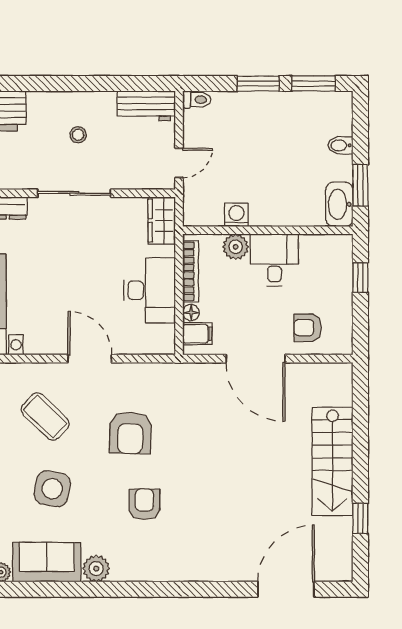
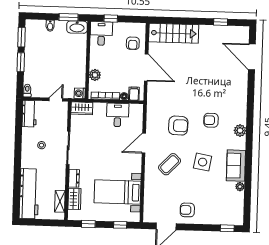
door: (179, 163) -> (56, 100), hinge flipped
washing machine: (236, 215) -> (80, 93), moved
desk: (274, 260) -> (101, 33), moved, turned 90
desk: (150, 290) -> (118, 115), width x0.73
door: (256, 359) -> (146, 67), hinge flipped
stairs: (332, 461) -> (174, 33), moved
plant: (96, 569) -> (240, 131), moved

